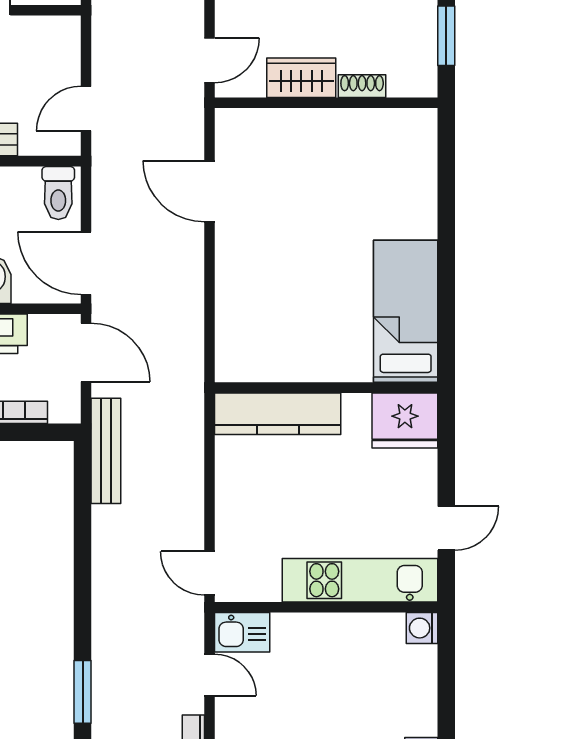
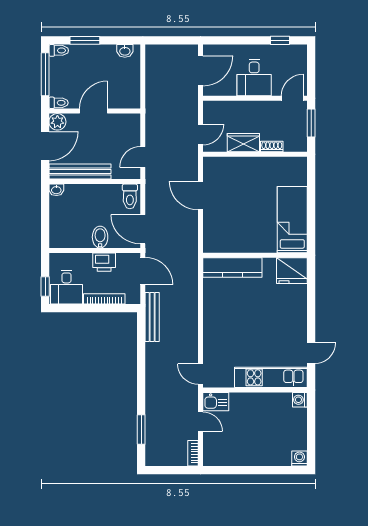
bed: (406, 311) -> (292, 220), moved
wall: (326, 388) -> (255, 255), moved
kitchen counter: (278, 414) -> (232, 268), moved
fridge: (405, 420) -> (292, 271), moved

